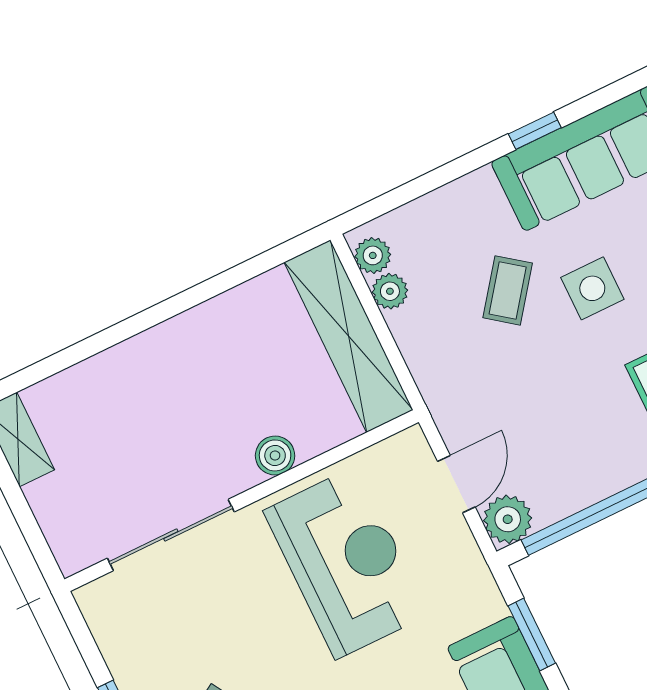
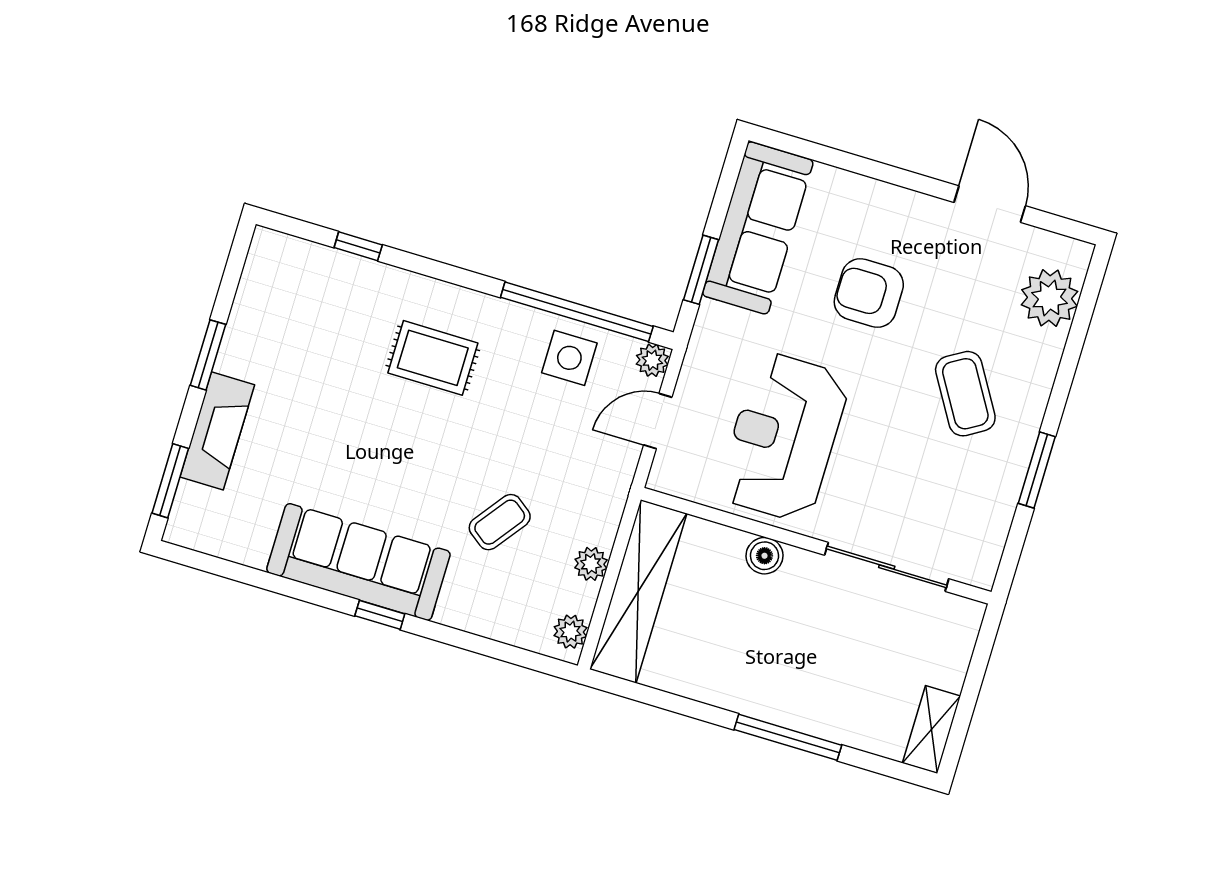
side table: (592, 288) -> (569, 358), moved
plant: (390, 291) -> (591, 564), moved
window: (125, 330) -> (788, 737), added
plant: (508, 519) -> (652, 360), width x0.73, depth x0.73

